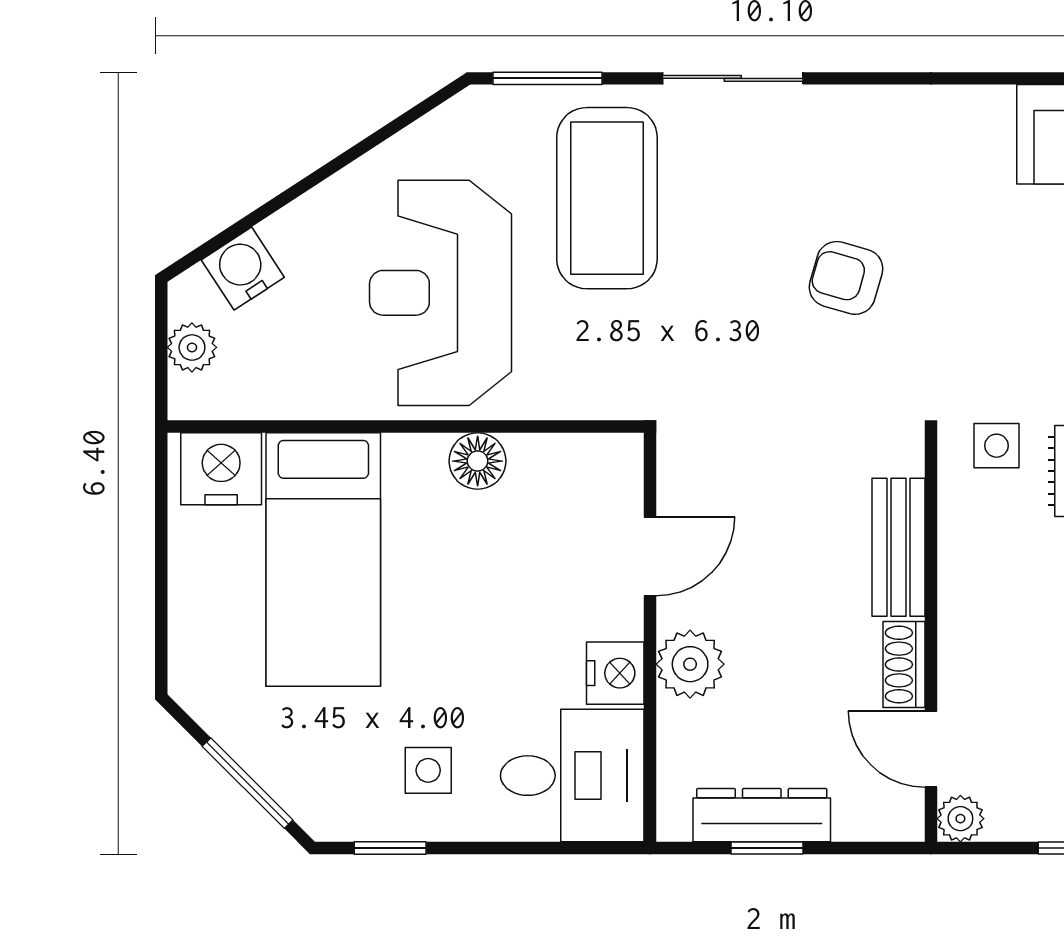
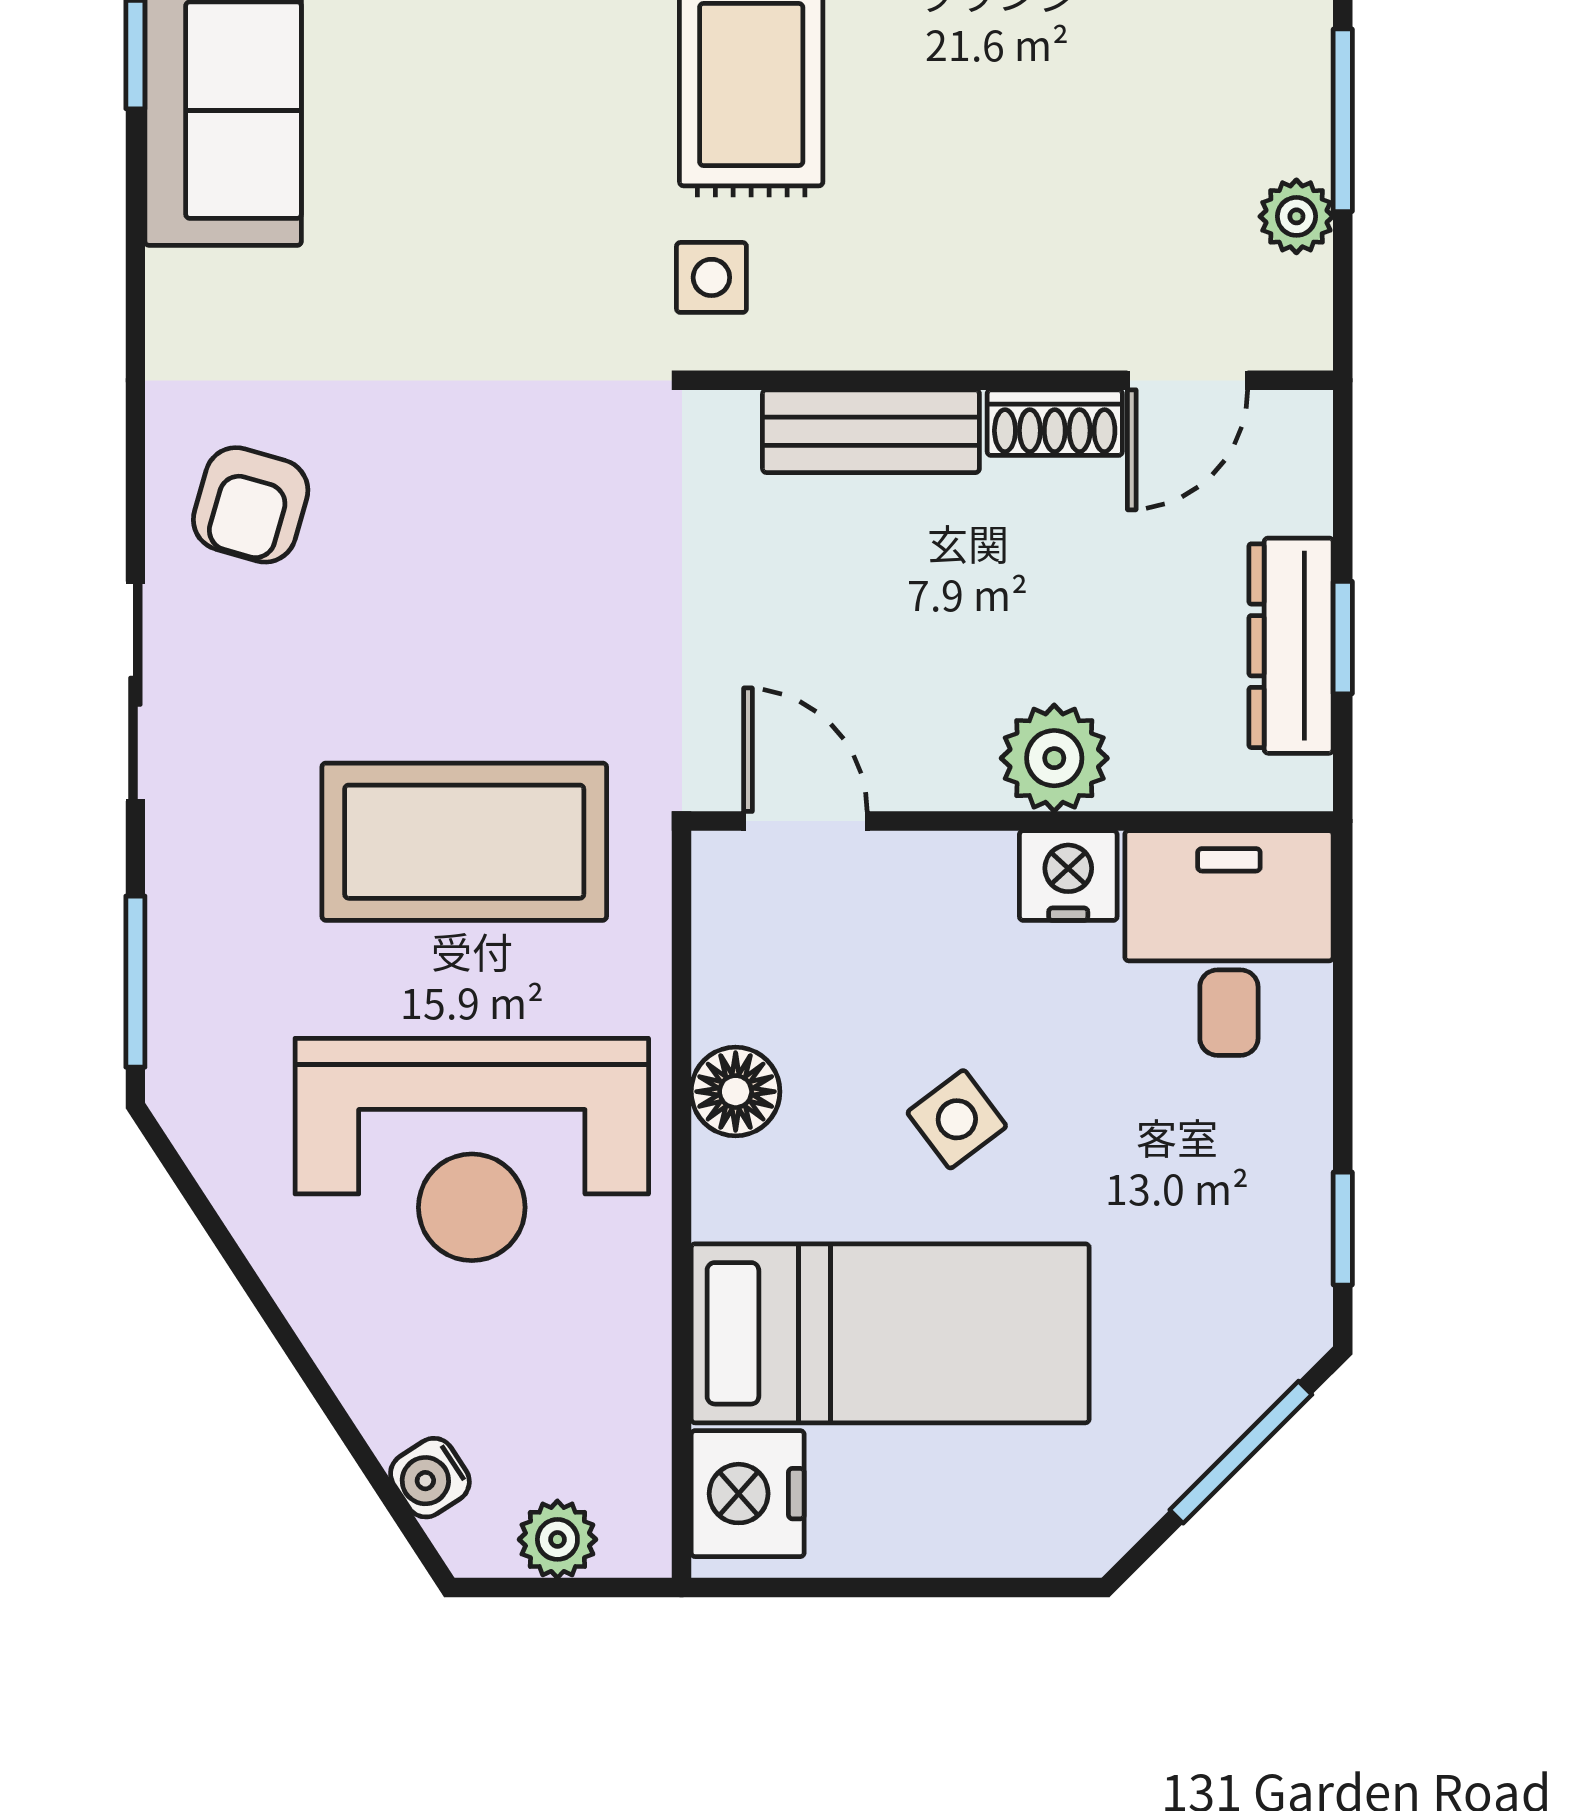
coffee table: (607, 198) -> (464, 842), moved
water cooler: (243, 269) -> (430, 1478), width x0.72, depth x0.72
armchair: (846, 278) -> (251, 505), moved
door: (650, 556) -> (805, 821), moved
side table: (428, 770) -> (957, 1119), moved, turned -37
plant: (960, 819) -> (1296, 216), moved

